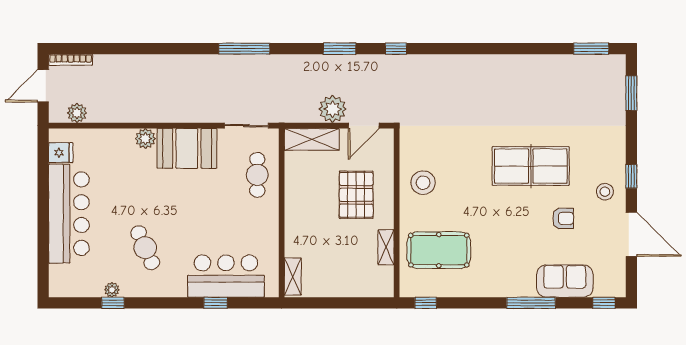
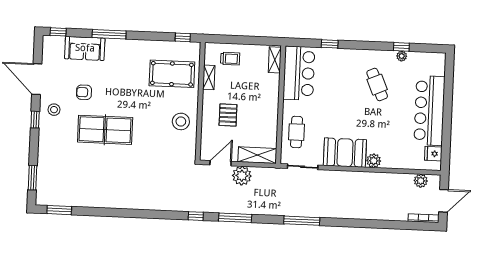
window: (340, 49) -> (235, 218), width x1.44
pallet: (356, 195) -> (228, 115), width x0.67, depth x0.71
trolley: (357, 275) -> (230, 59), added
bar counter: (226, 276) -> (299, 73), moved, turned -90

